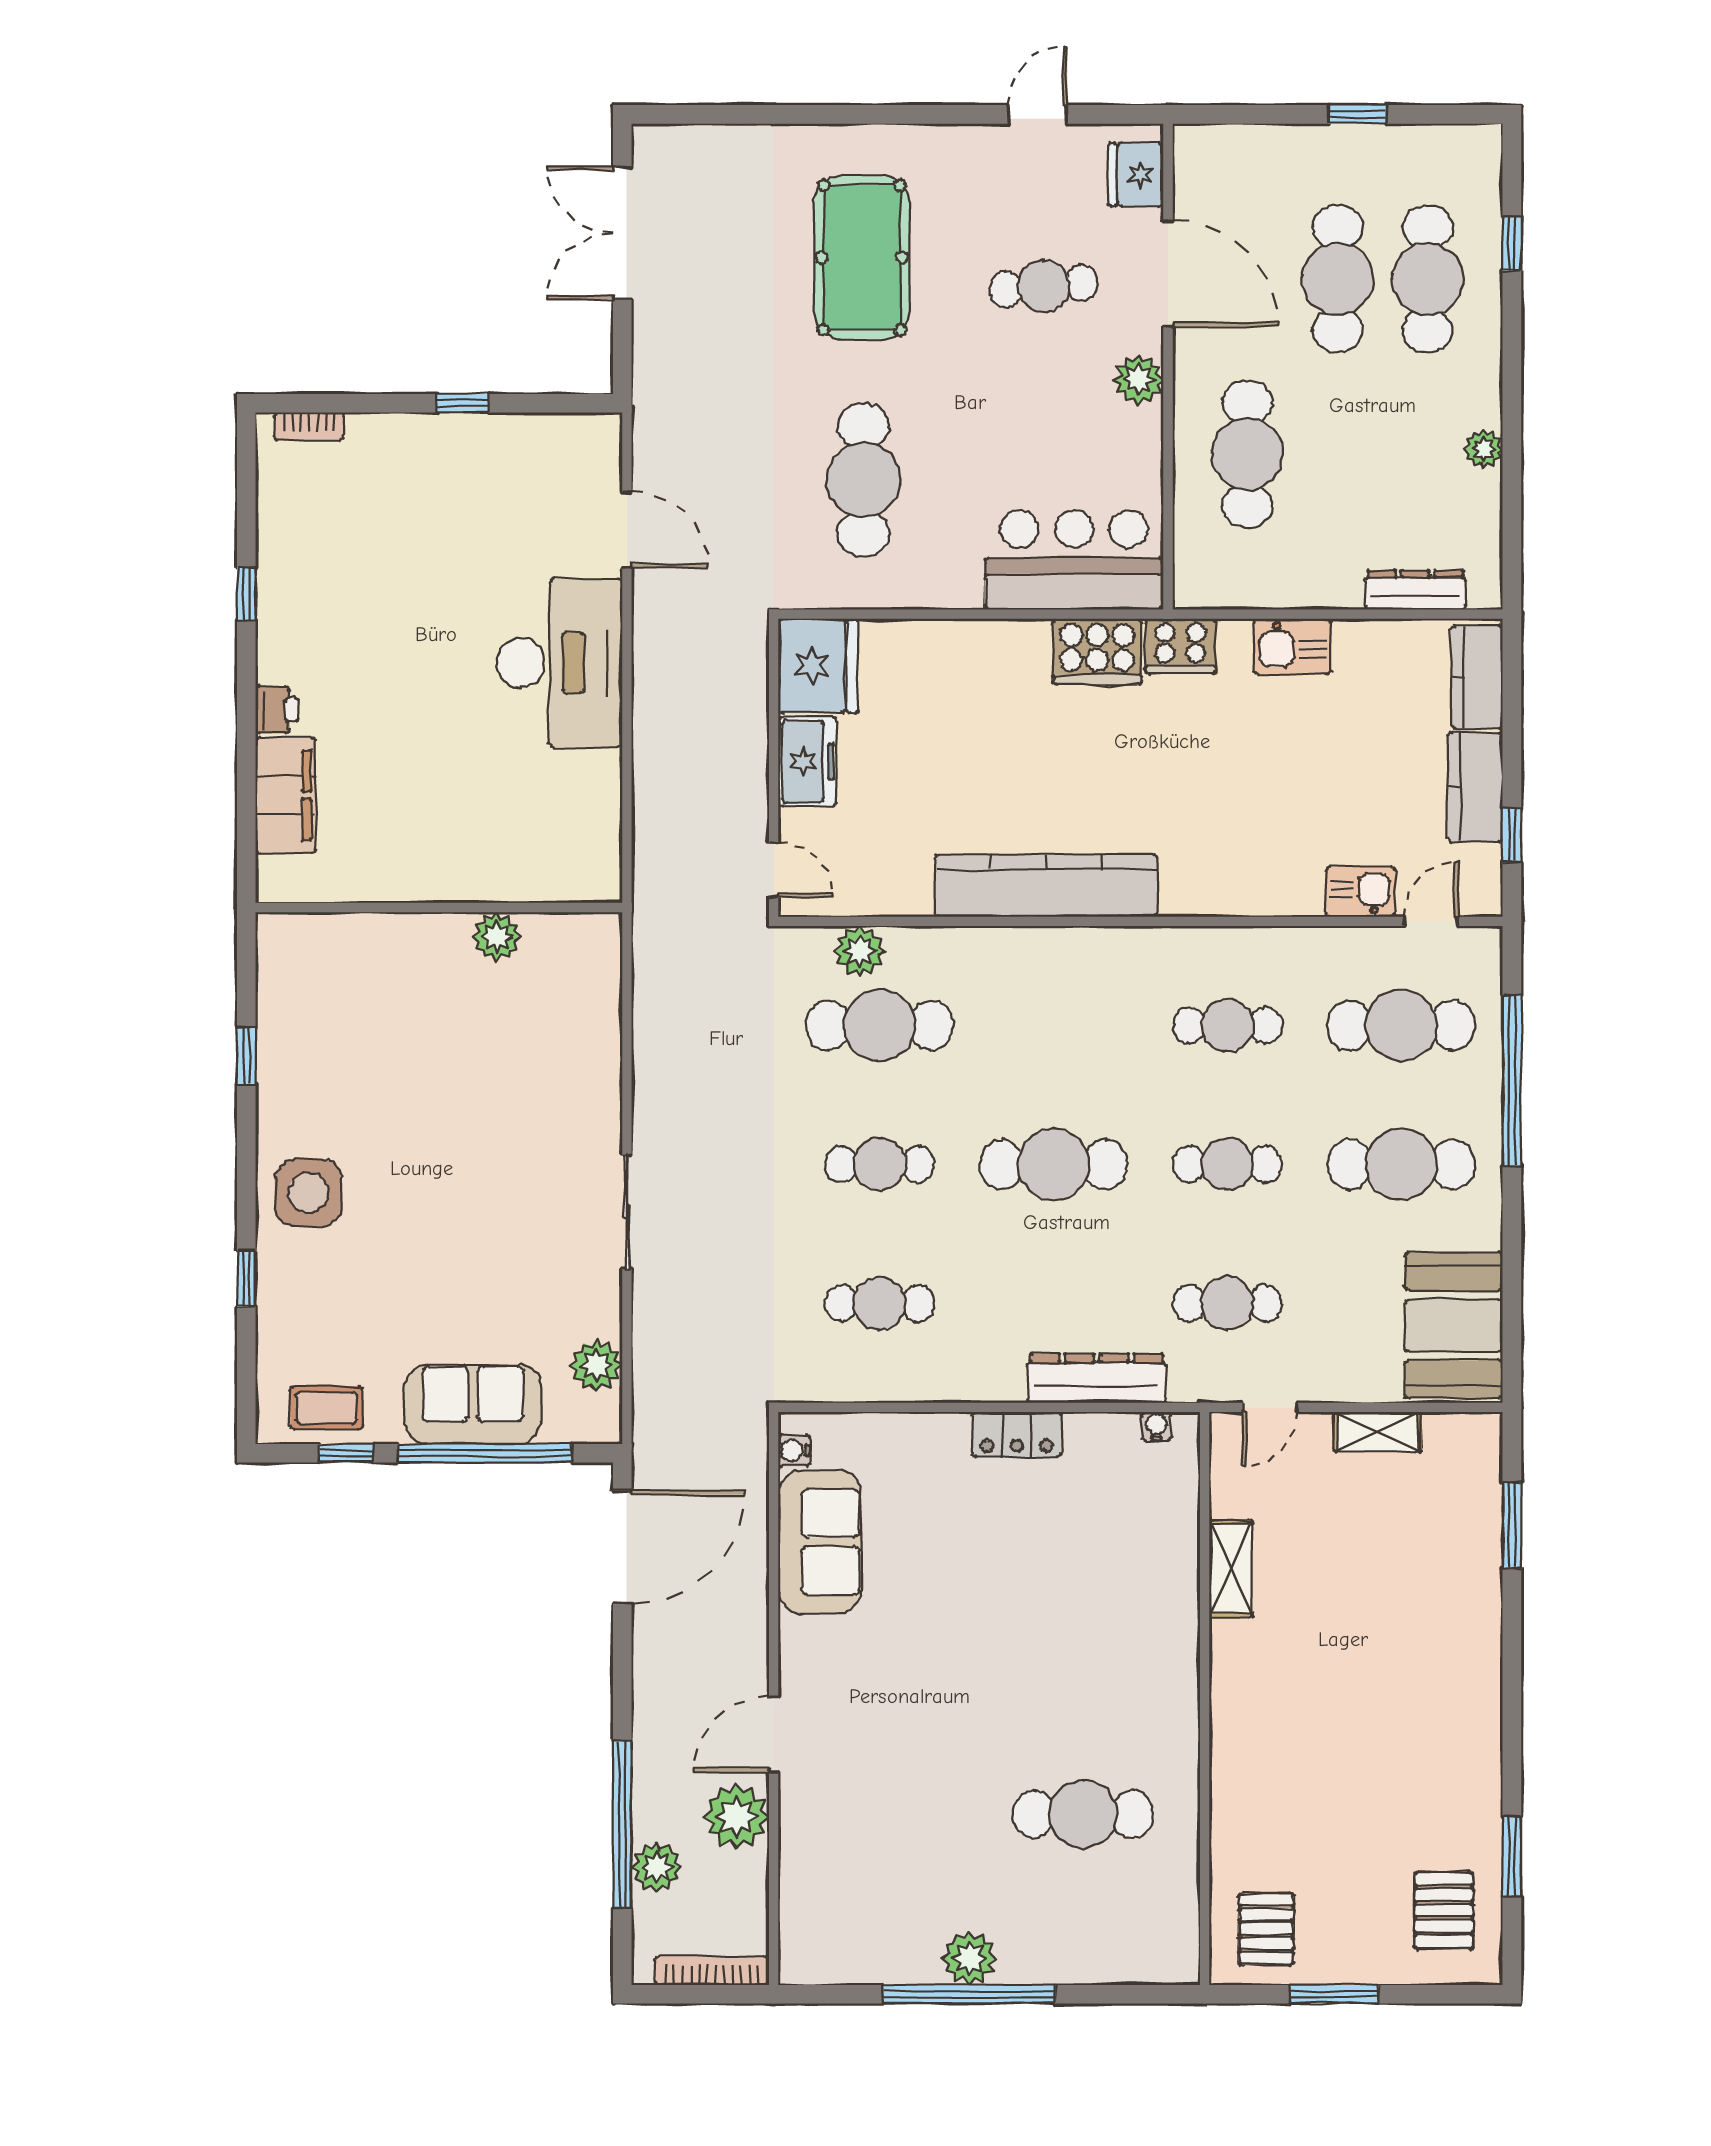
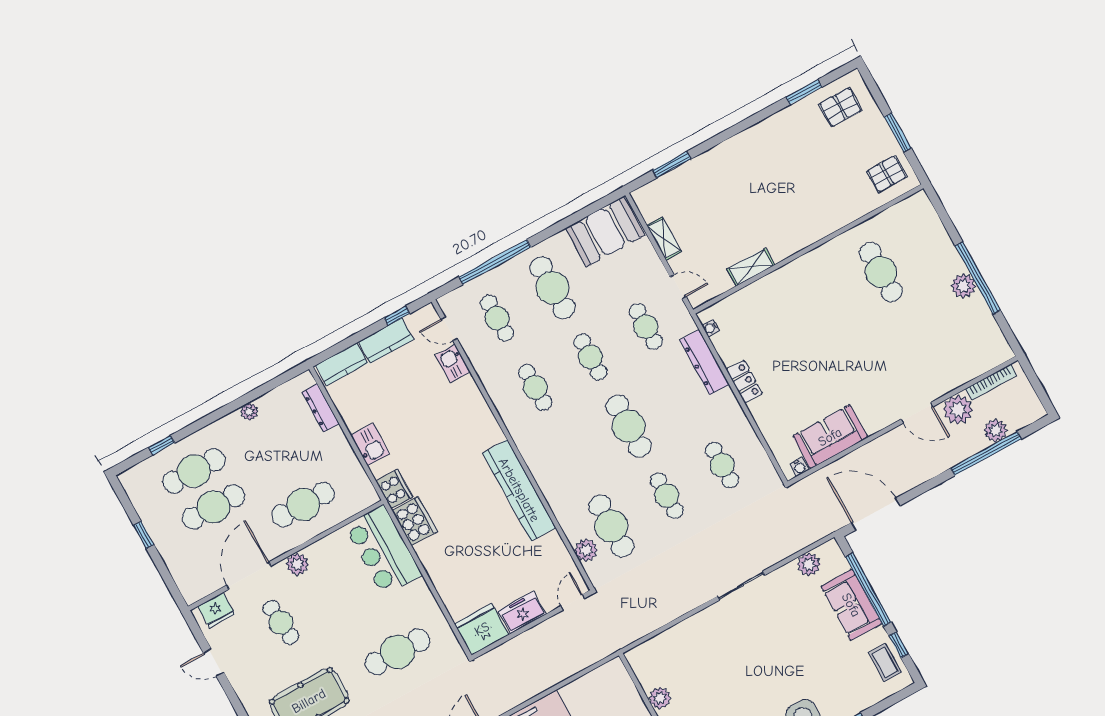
cafe table: (1401, 1025) -> (497, 318), width x0.73, depth x0.74
bookcase: (712, 1971) -> (991, 382), moved, turned -90

